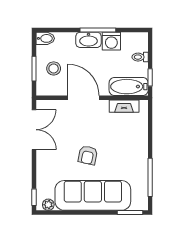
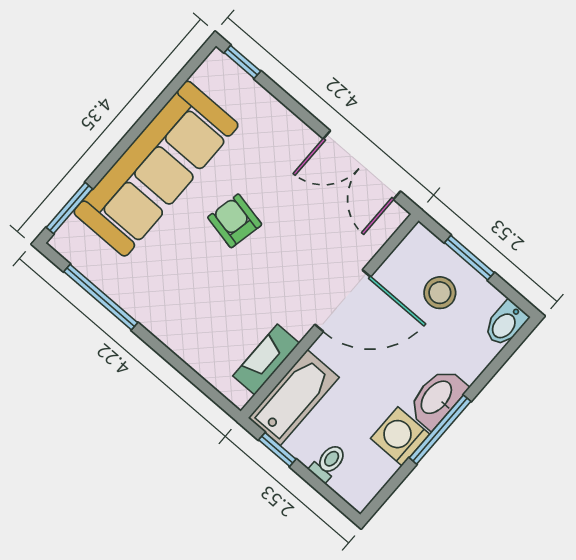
plant: (48, 205) -> (208, 76), removed

